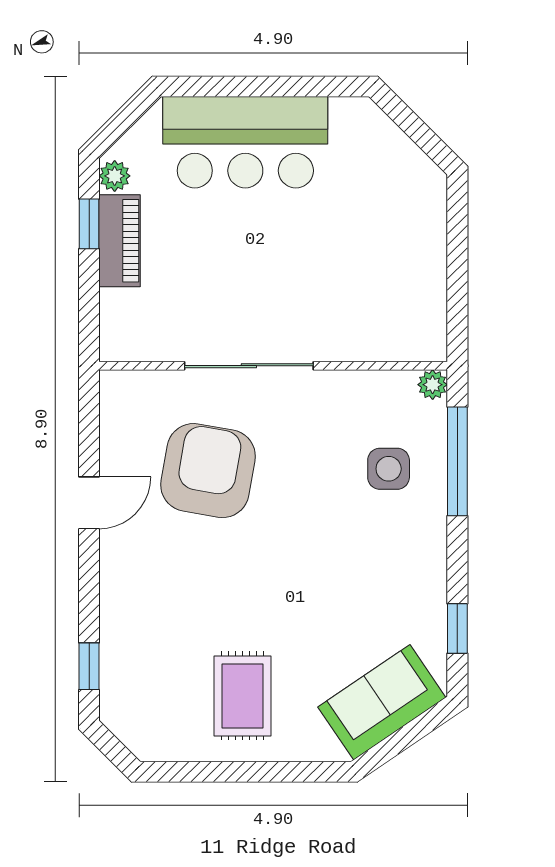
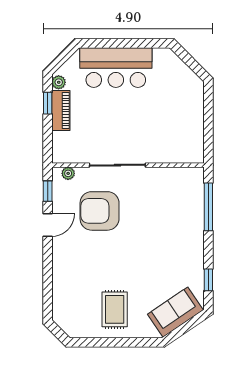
plant: (433, 385) -> (68, 173), moved
side table: (389, 469) -> (178, 210), removed
armchair: (208, 471) -> (100, 211), turned -100
window: (89, 666) -> (48, 191), moved

